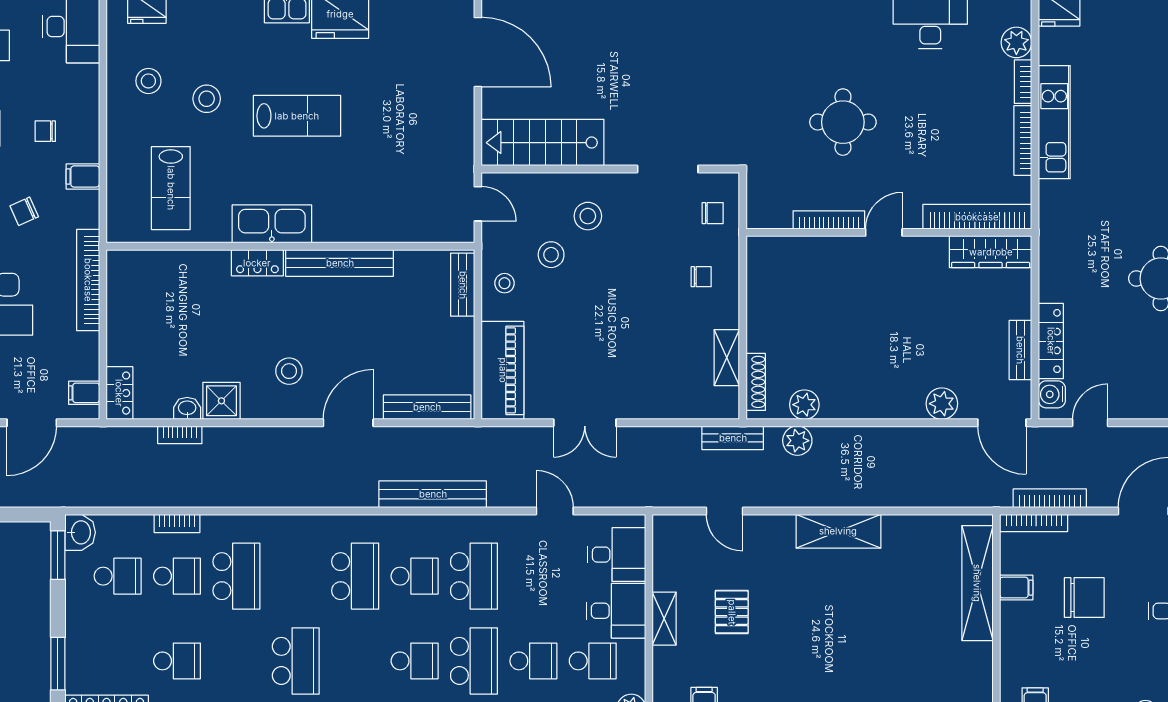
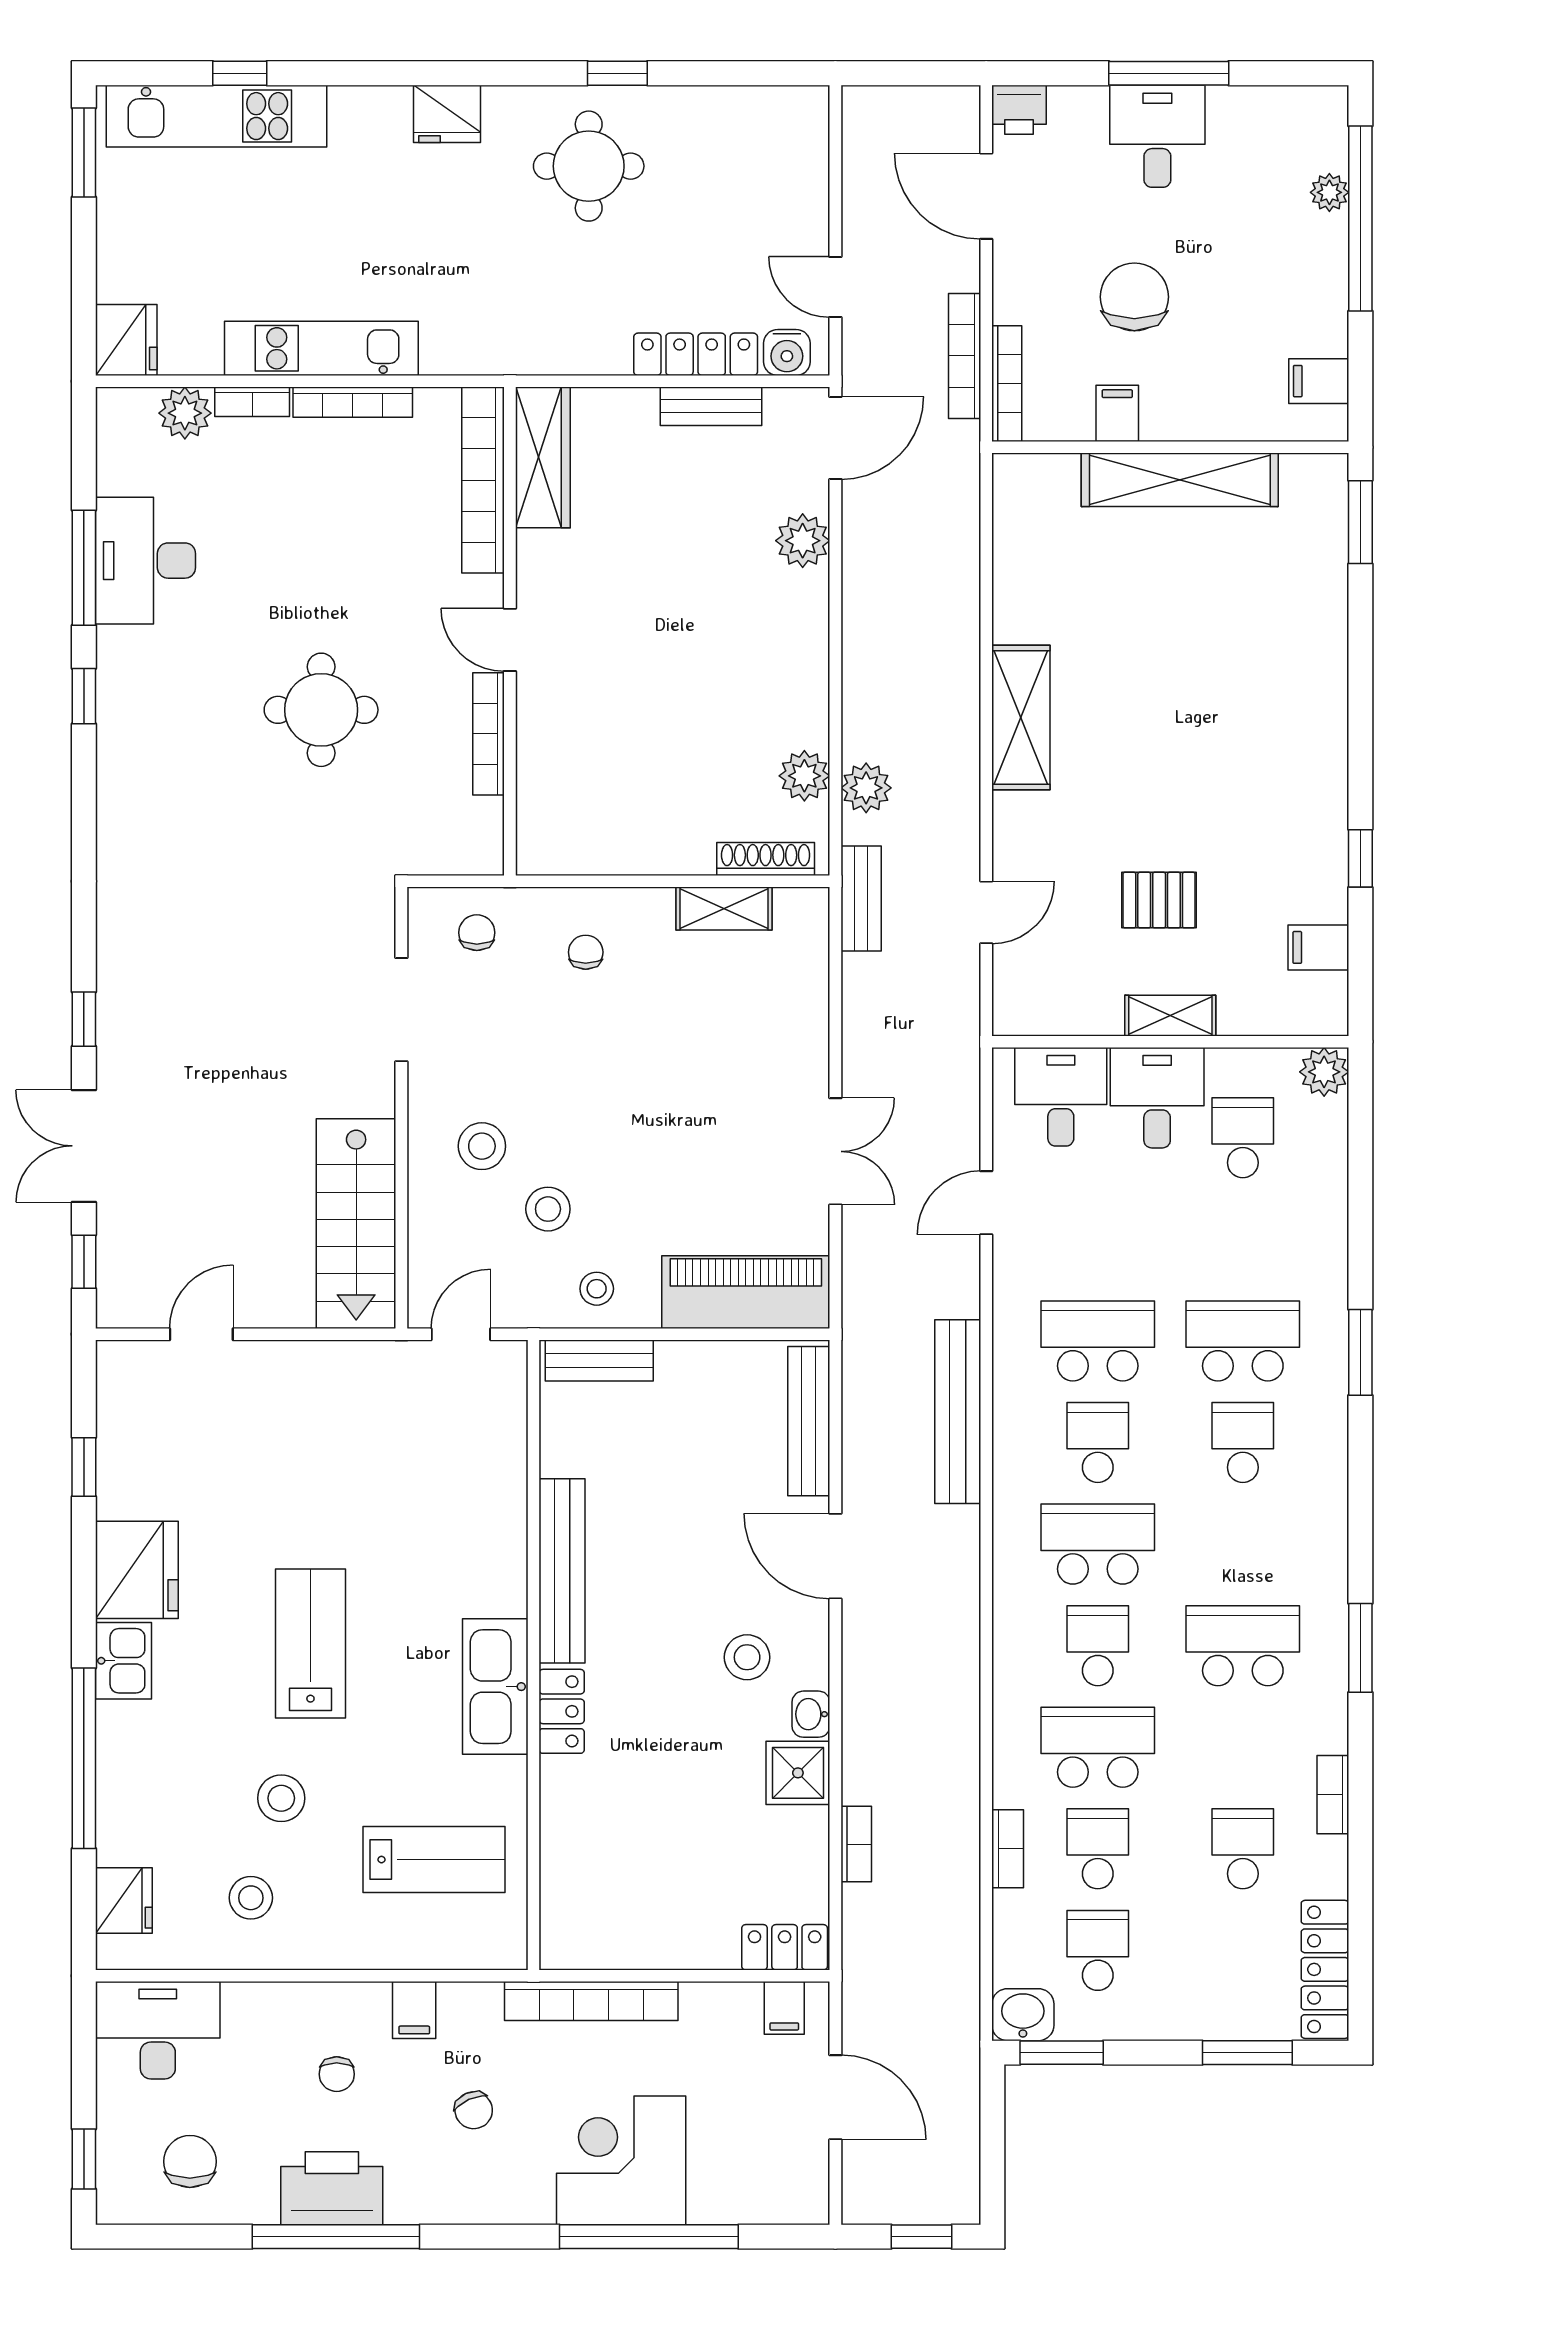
door: (478, 52) -> (201, 1334), width x0.53
washbasin: (187, 408) -> (811, 1714), moved
shelving: (977, 583) -> (1180, 480), moved
school desk: (533, 661) -> (1098, 1646), moved

